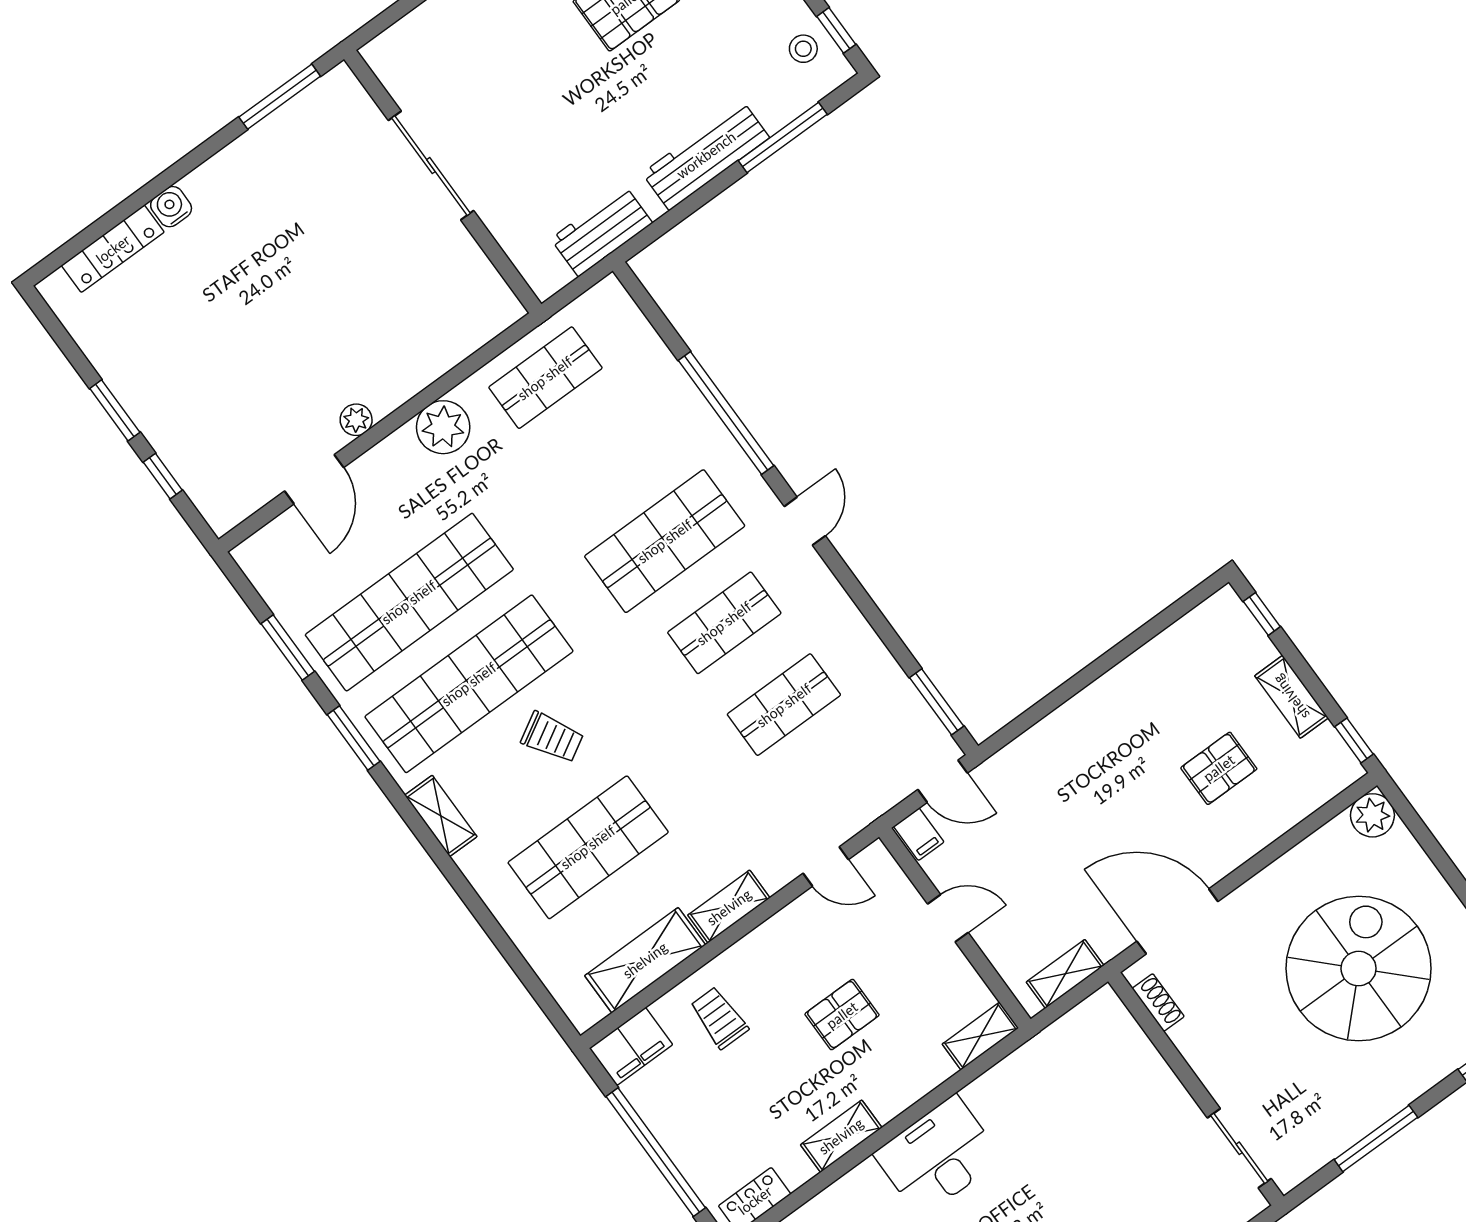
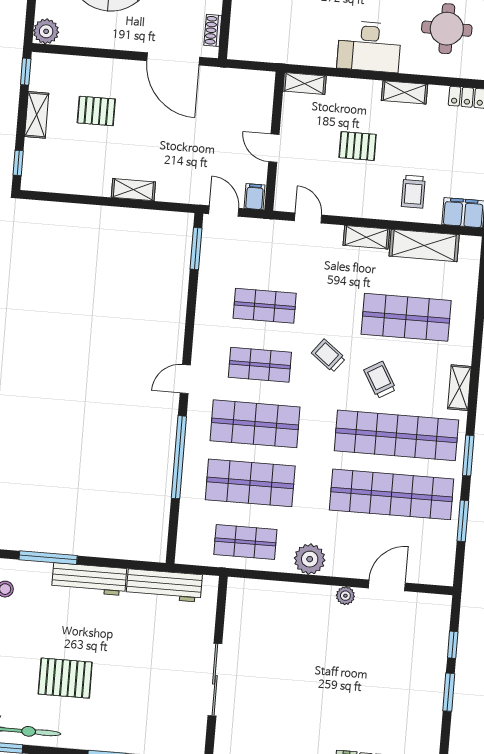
workbench: (602, 231) -> (164, 585), width x1.38
shop shelf: (605, 459) -> (250, 483), added
trolley: (646, 711) -> (328, 356), added
shelving: (1065, 974) -> (133, 190), moved

